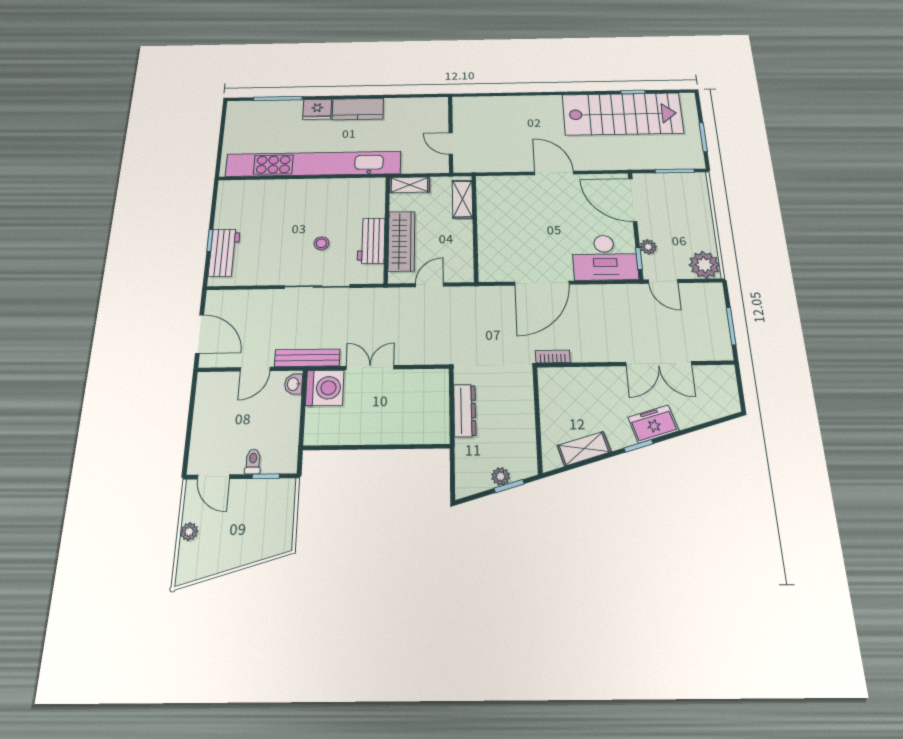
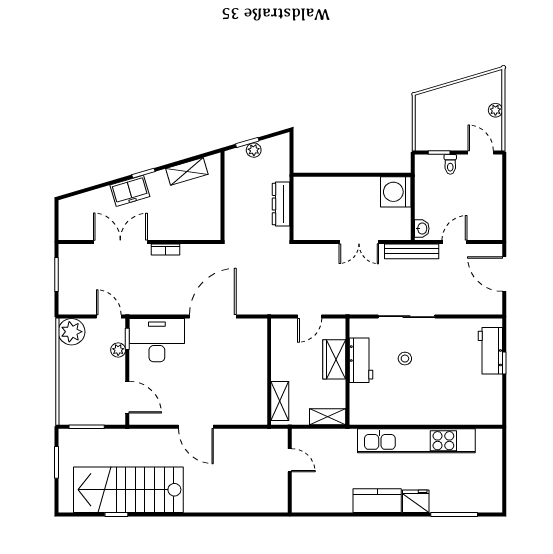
kitchen unit: (313, 164) -> (416, 441), width x0.73
door: (633, 200) -> (127, 397), width x0.73
wardrobe: (401, 241) -> (334, 359), width x0.67
bookcase: (553, 357) -> (166, 249), moved
washing machine: (325, 388) -> (396, 192), moved

